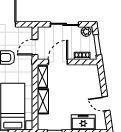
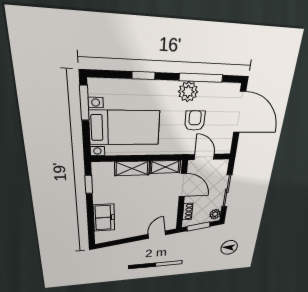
door: (106, 104) -> (157, 235), moved

